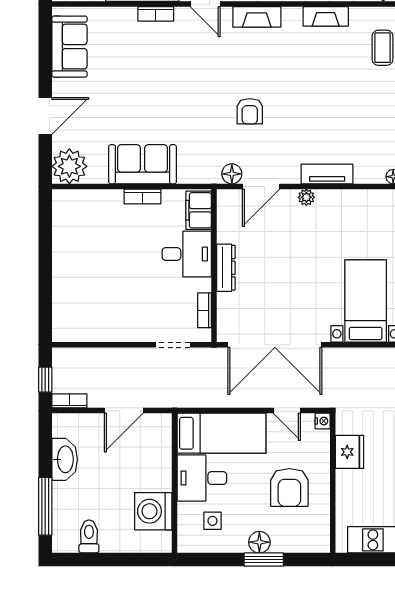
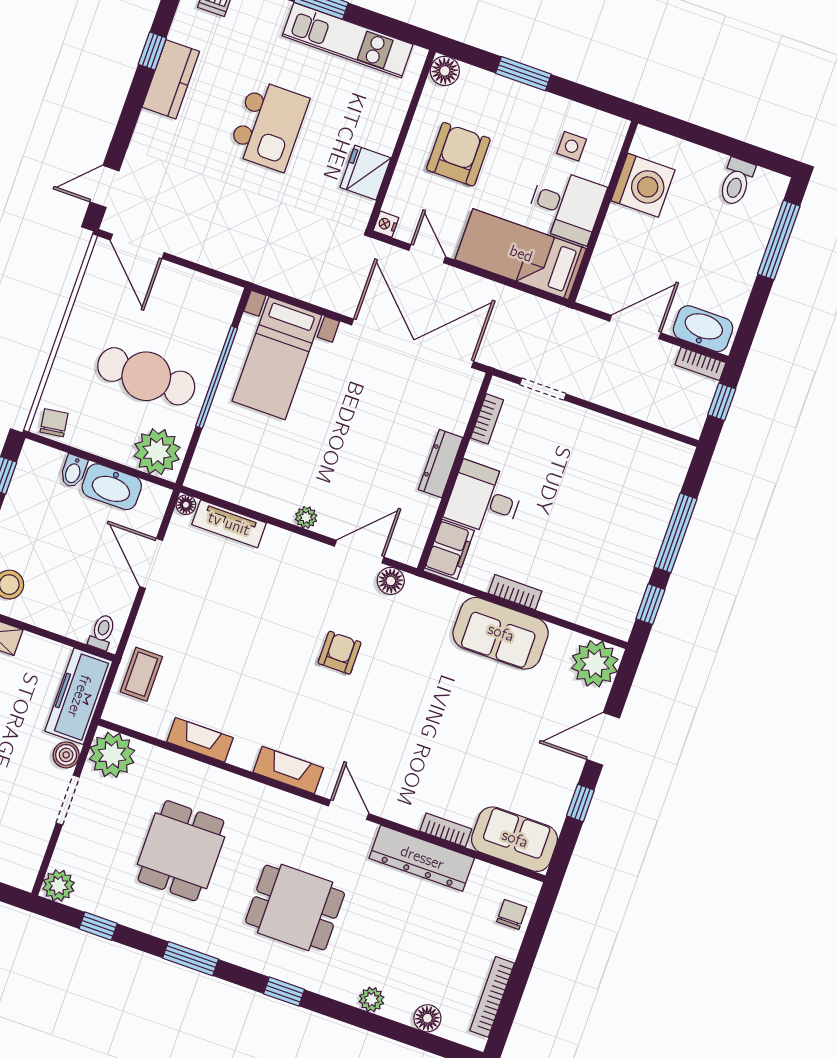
bookcase: (156, 14) -> (446, 830), moved
sofa: (69, 47) -> (515, 839), moved, turned 90
window: (45, 66) -> (580, 803), added
tv unit: (327, 174) -> (229, 524), moved
window: (45, 221) -> (650, 604), added
window: (45, 277) -> (676, 533), added
washbasin: (65, 459) -> (703, 329), moved, turned 90
floor lamp: (259, 542) -> (445, 71), moved

